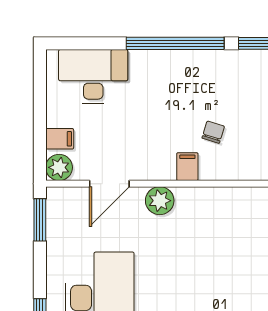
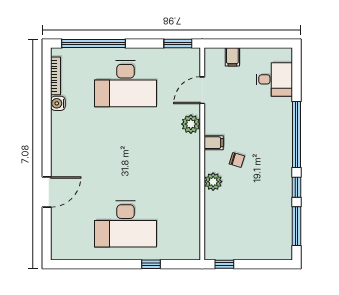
desk: (93, 76) -> (274, 79), width x0.73
plant: (59, 167) -> (213, 182), moved
door: (109, 184) -> (202, 90), hinge flipped

